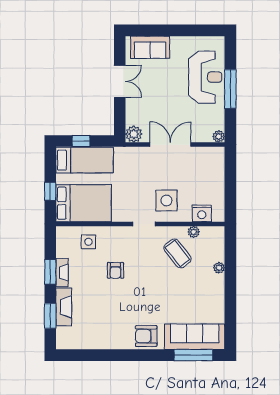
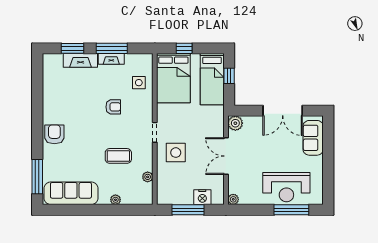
double door: (120, 81) -> (283, 111), width x1.37
window: (230, 89) -> (291, 210), moved
double door: (170, 145) -> (226, 156), swing flipped
window: (230, 187) -> (188, 210), added
nightstand: (202, 213) -> (202, 197), moved, turned -90
coffee table: (177, 253) -> (118, 156), moved, turned 38
armchair: (115, 270) -> (113, 107), turned 180
window: (50, 272) -> (112, 48), width x1.44
sofa: (195, 337) -> (71, 193), moved, turned -90

